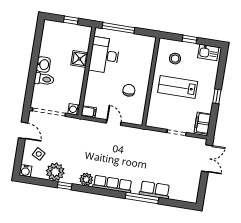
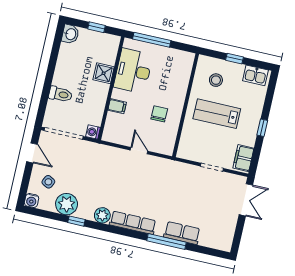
washbasin: (43, 65) -> (70, 34), moved
filing cabinet: (89, 112) -> (117, 106), moved

